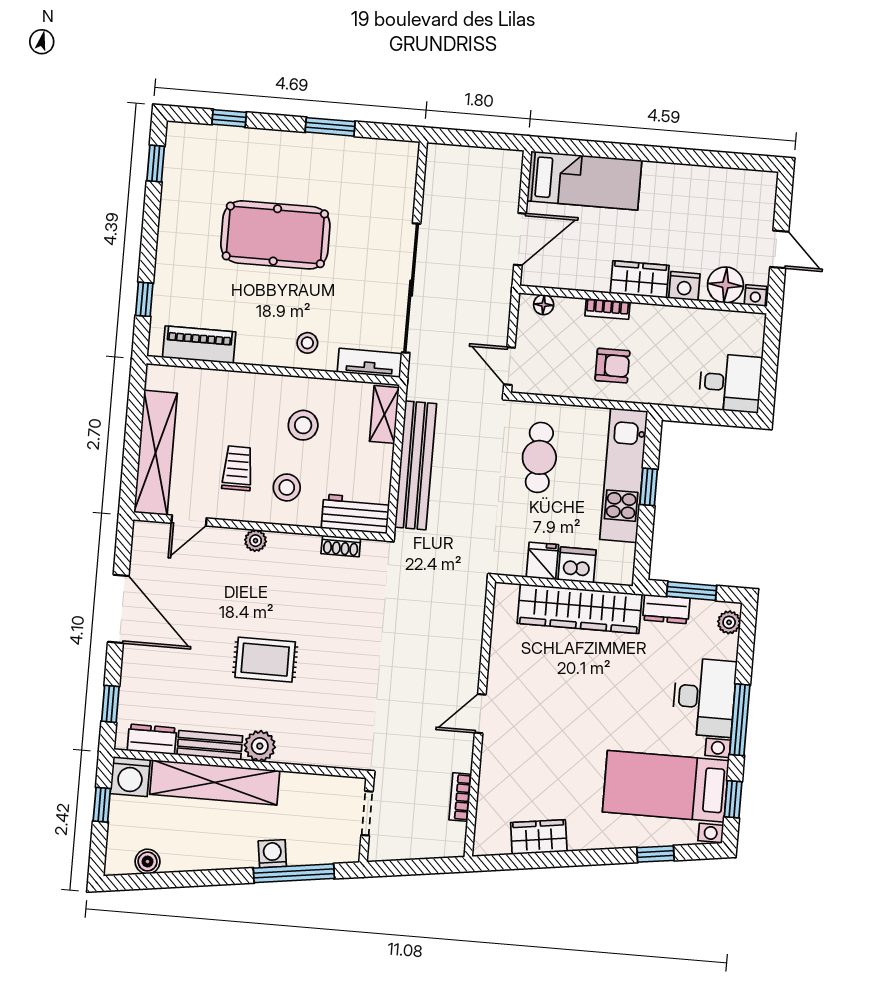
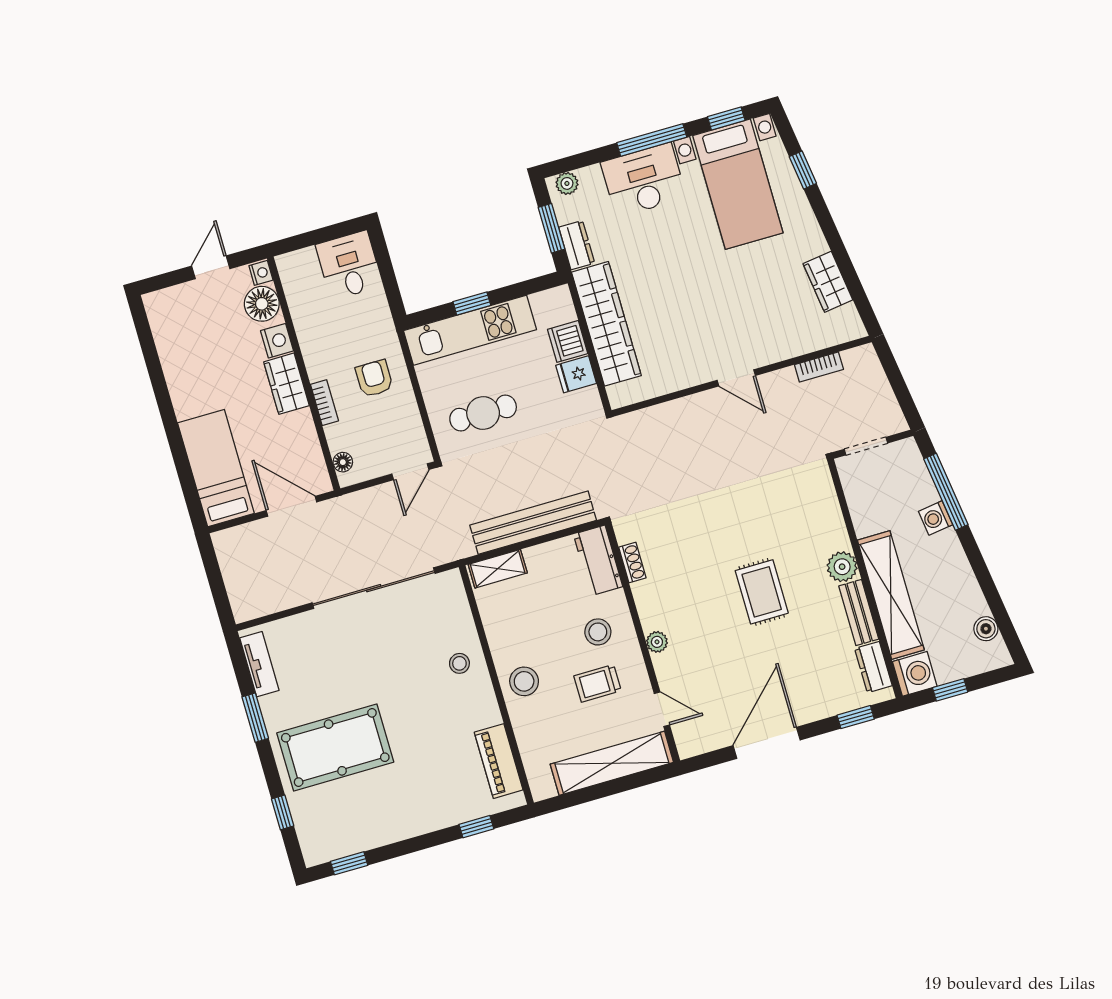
pool table: (275, 235) -> (335, 747), moved, turned 90
tv unit: (370, 363) -> (259, 664), moved, turned 180
stool: (303, 425) -> (524, 681), moved

